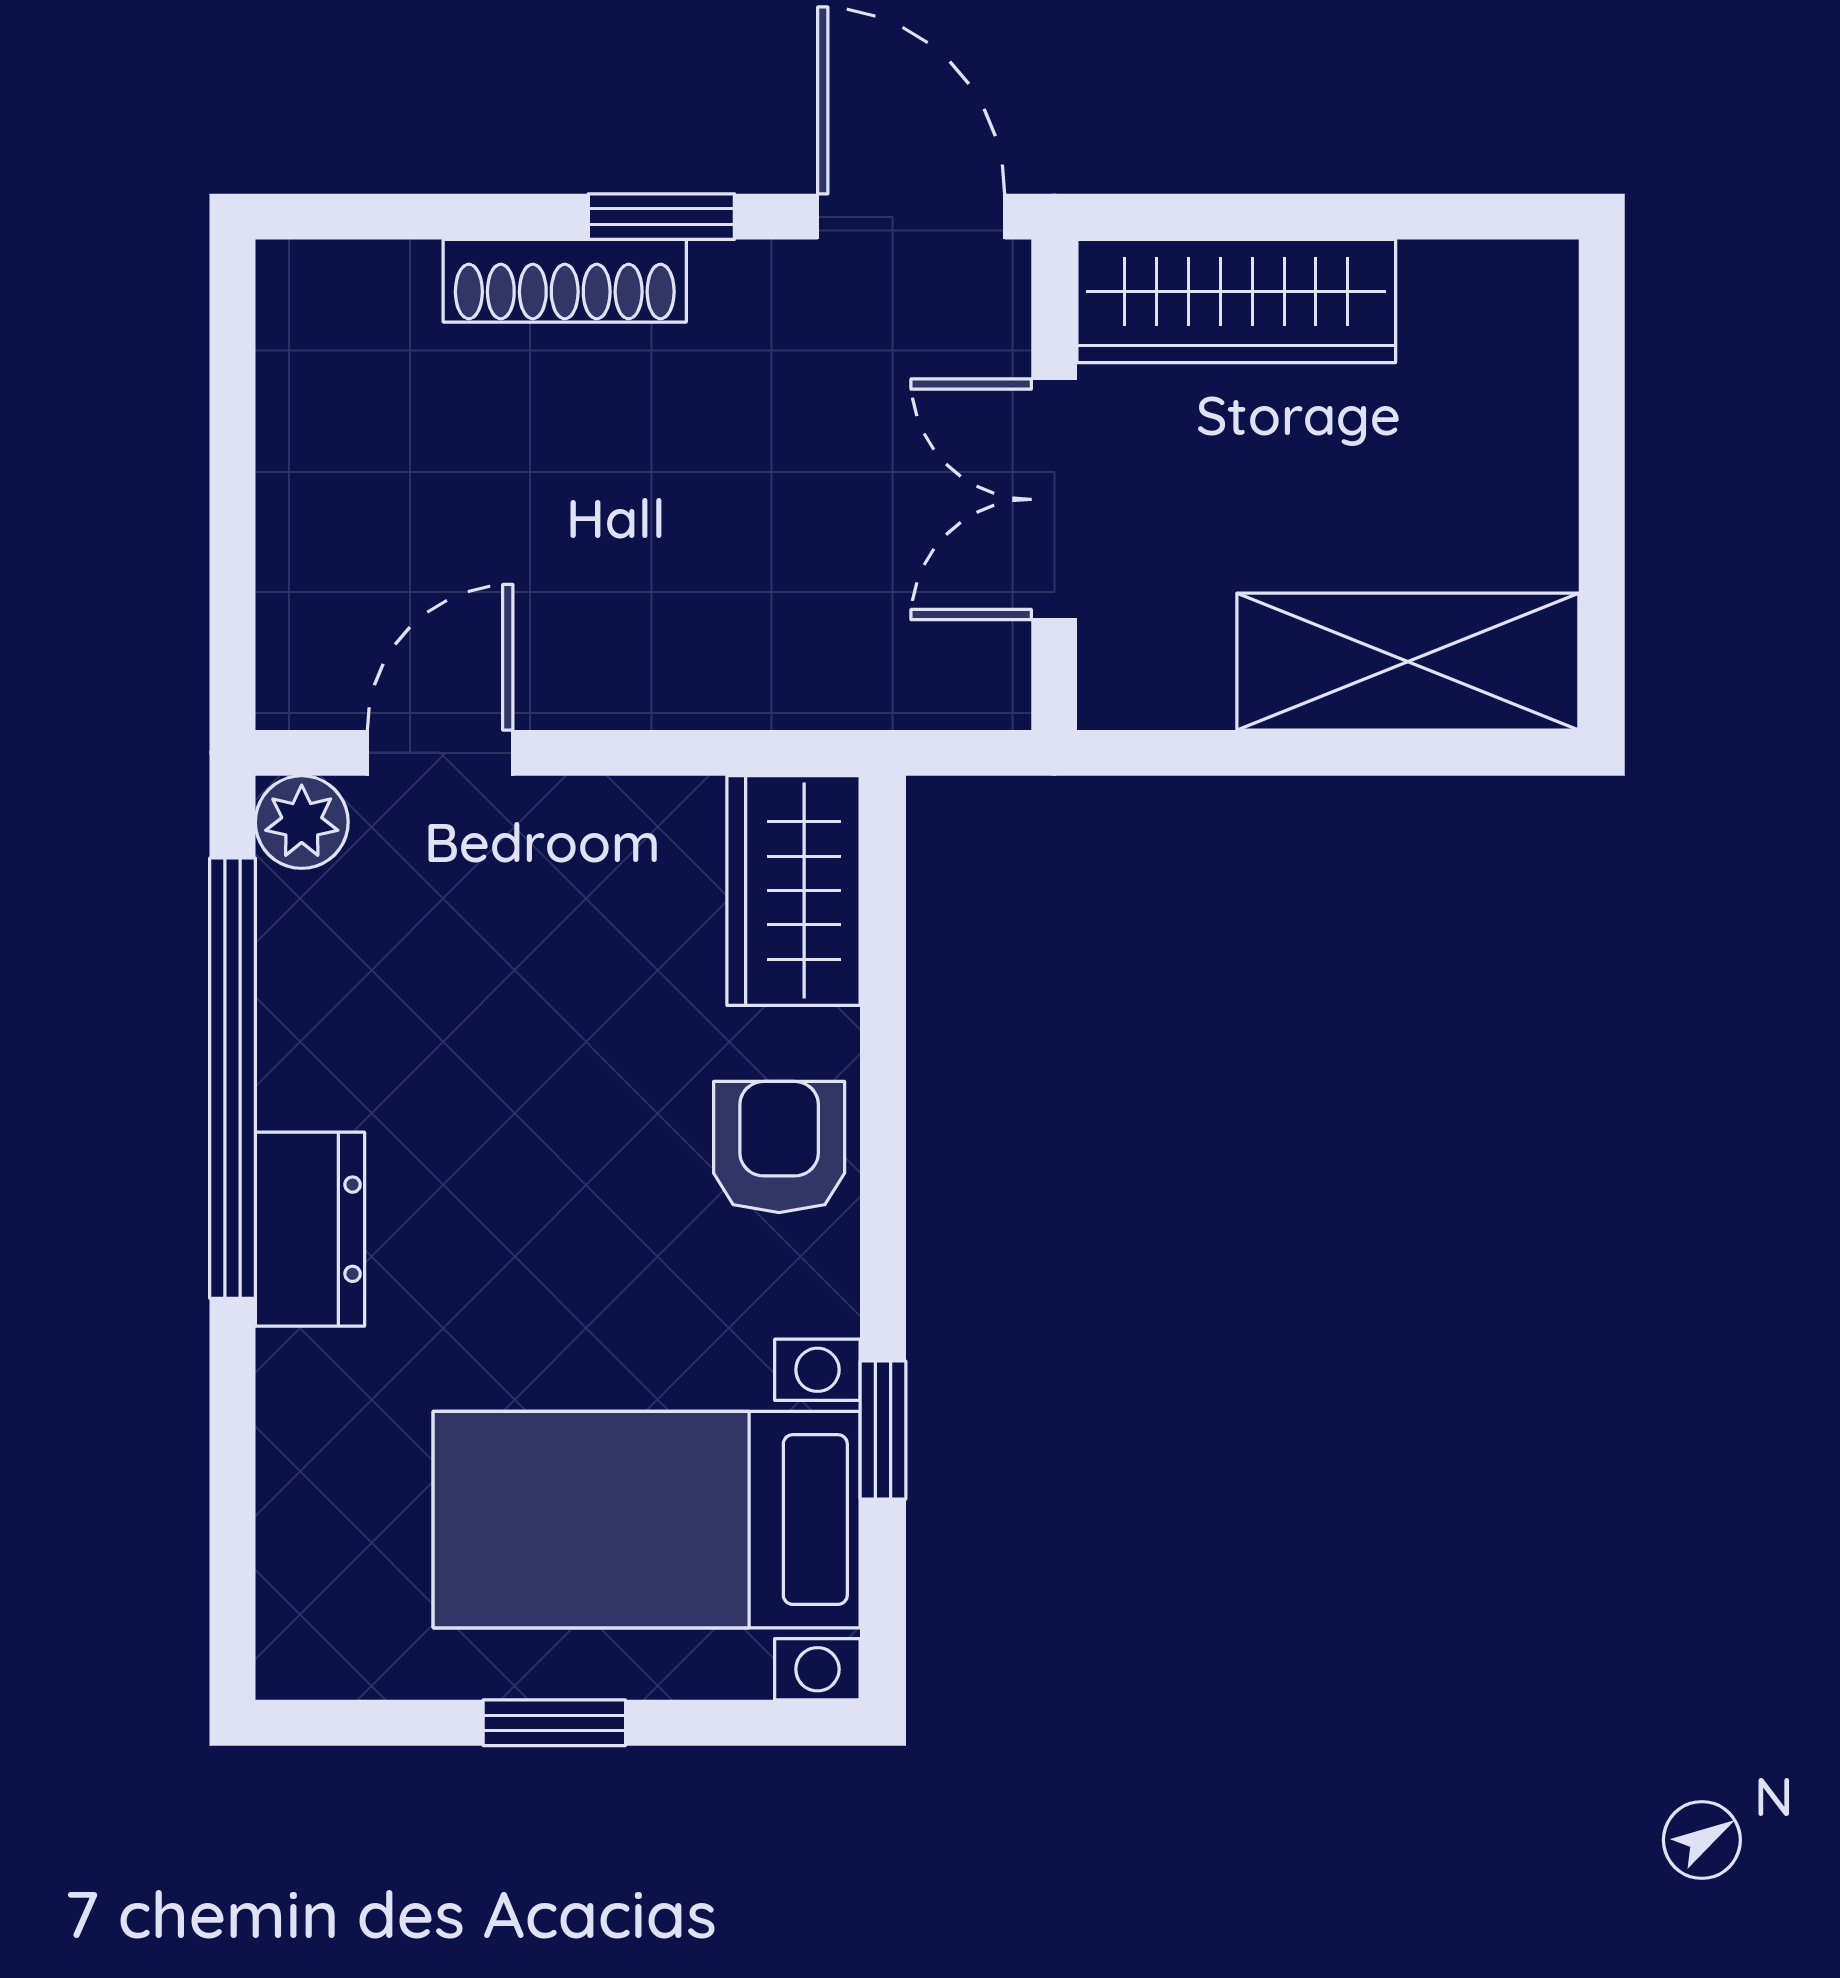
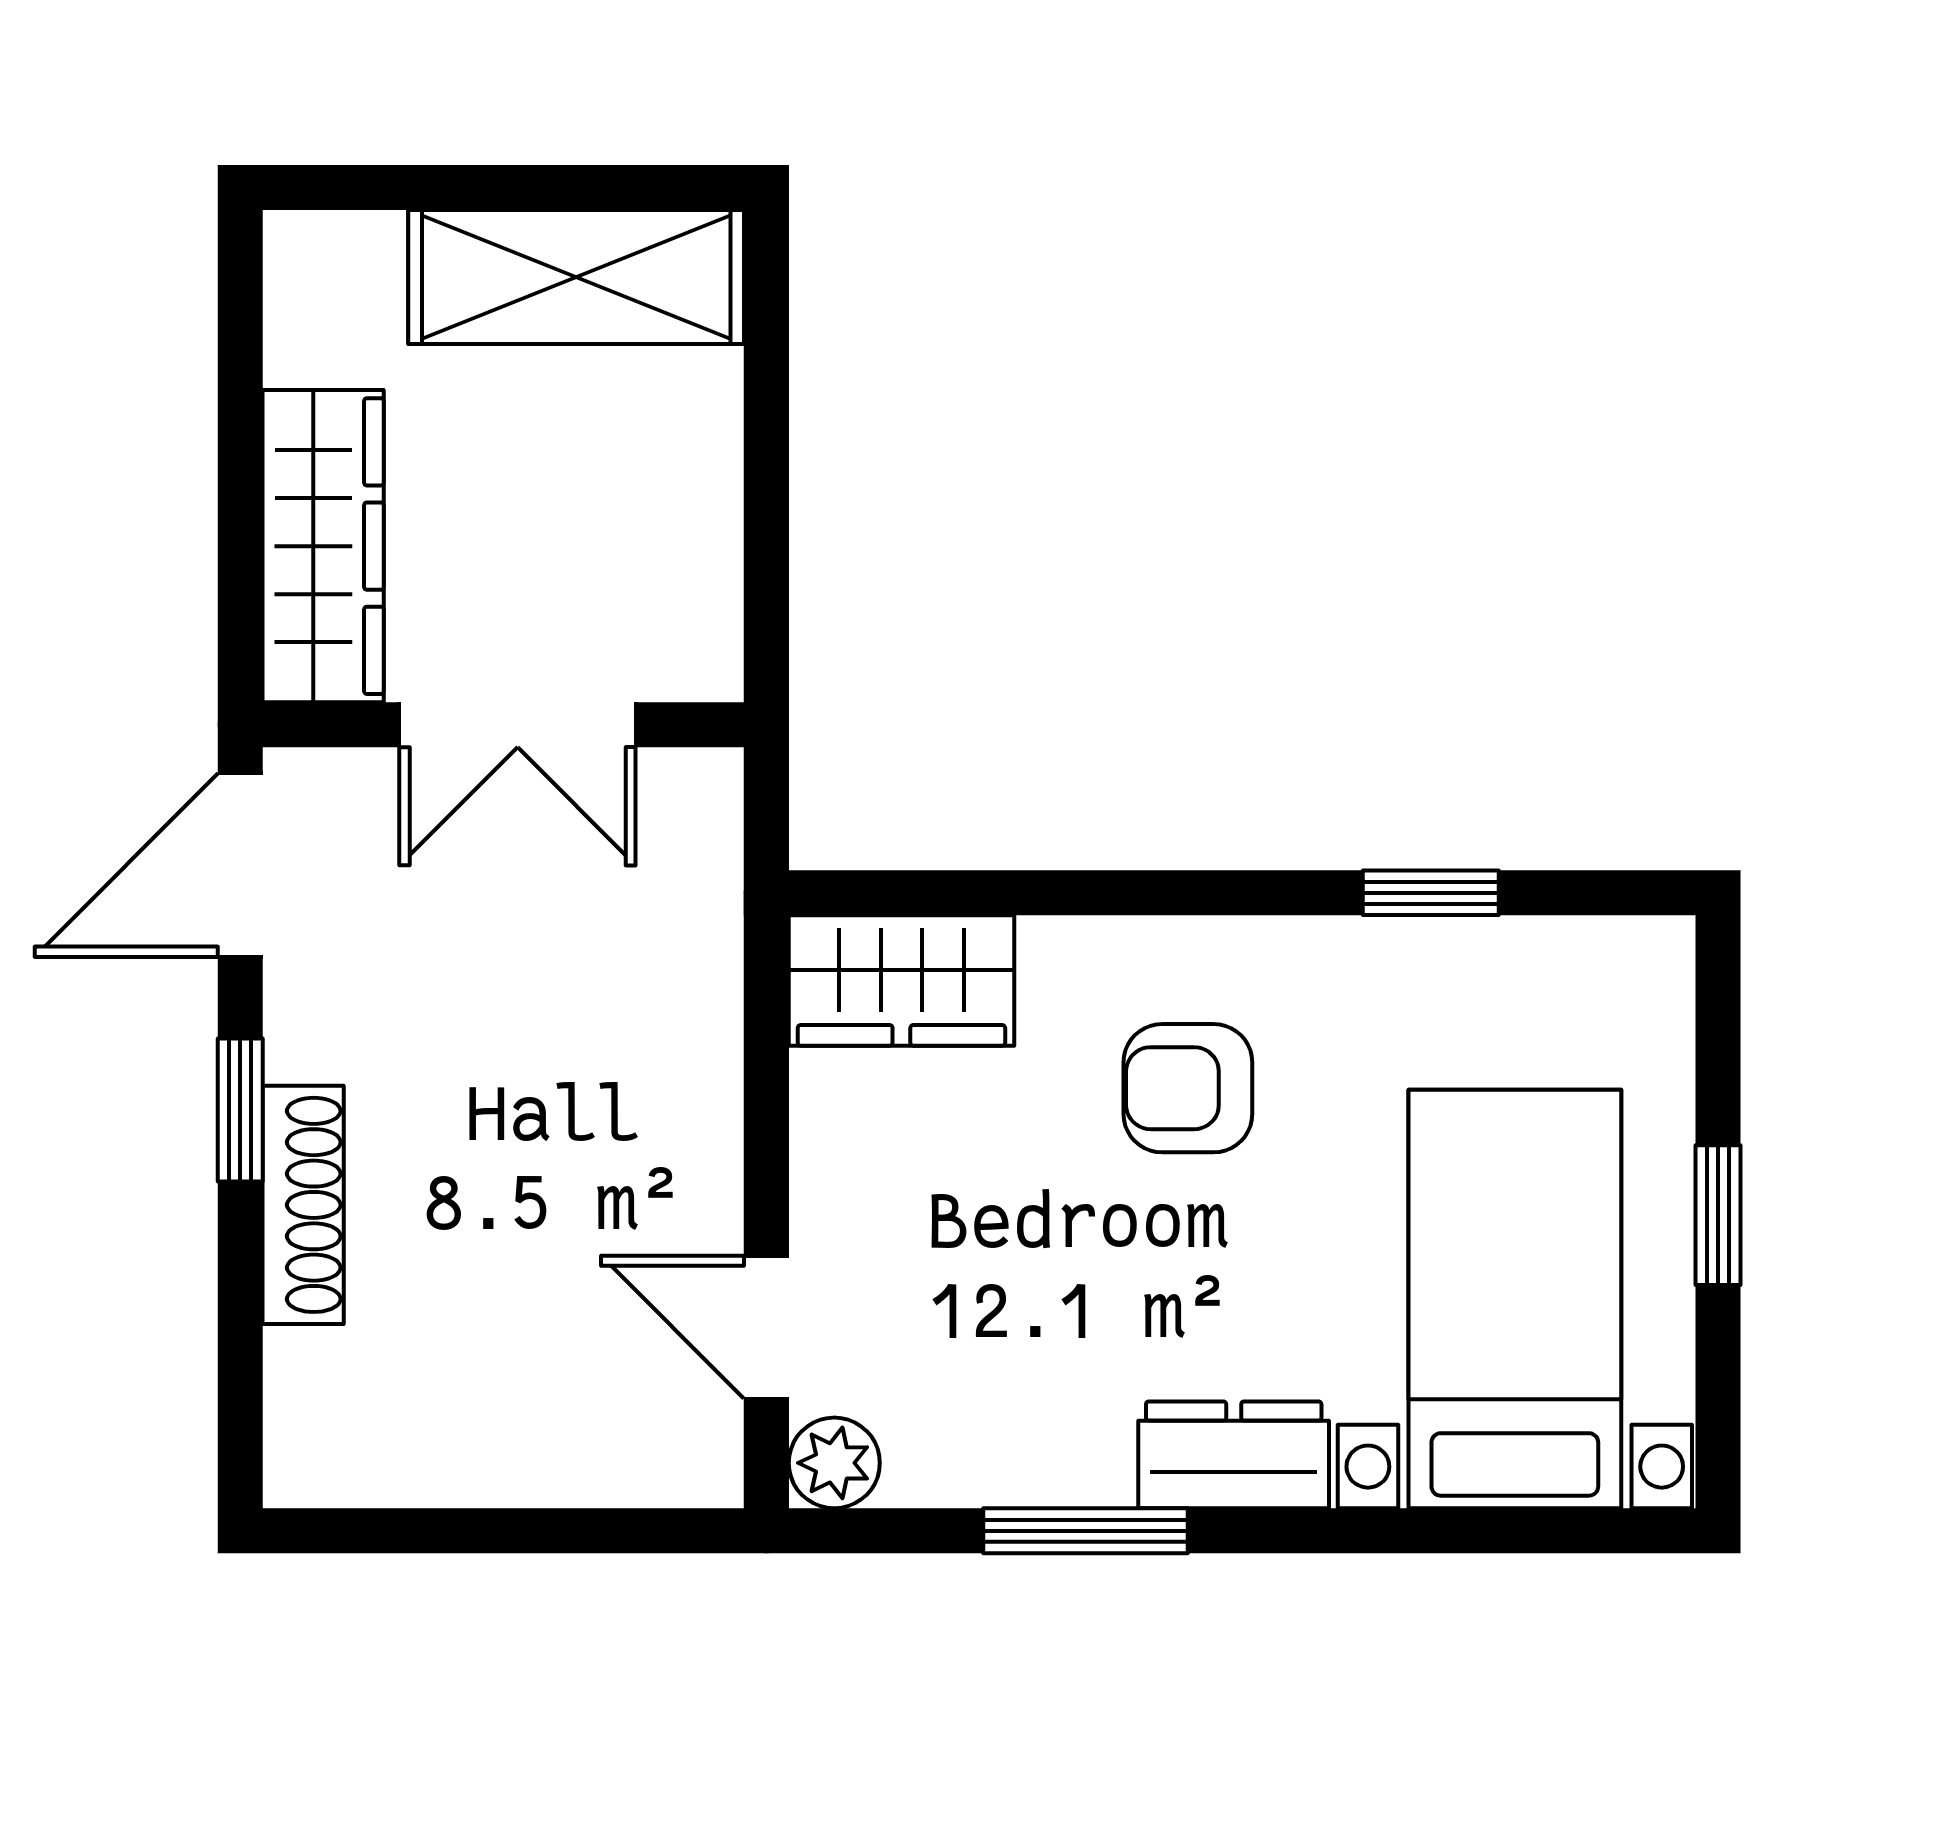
shelving: (1408, 662) -> (576, 277), moved, turned 90
window: (233, 1078) -> (1086, 1531), width x0.47
armchair: (779, 1147) -> (1188, 1088), moved
bed with nightstands: (647, 1520) -> (1515, 1299), moved, turned 180

